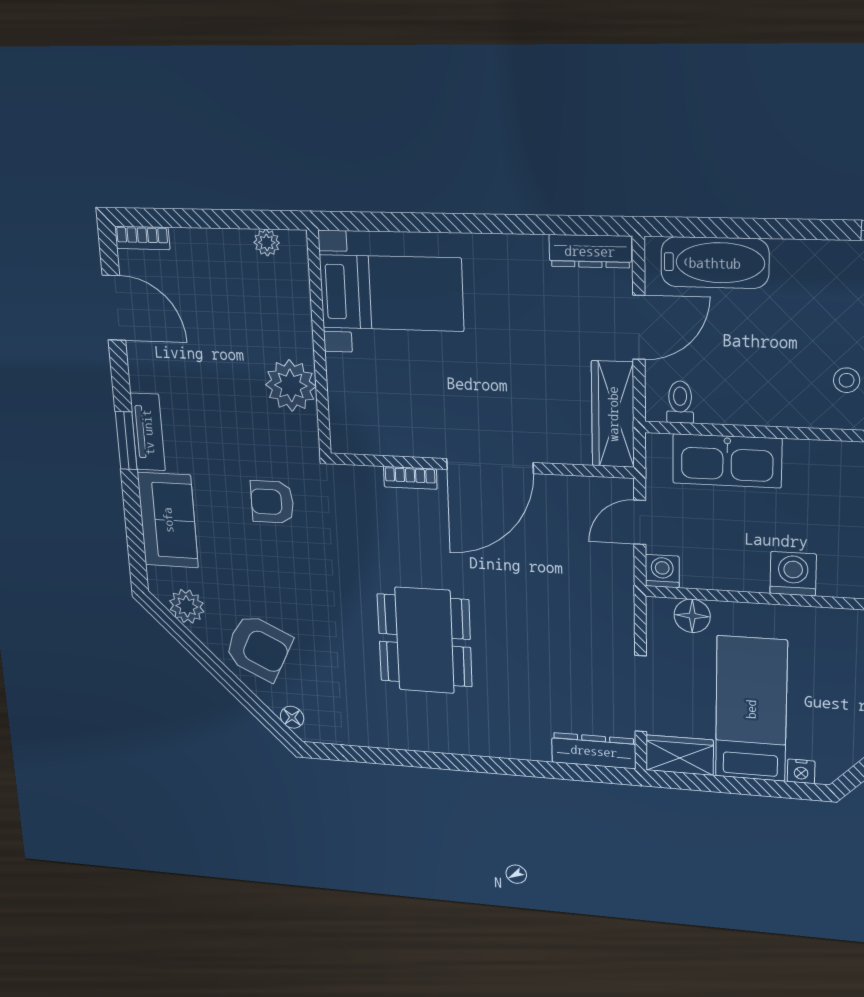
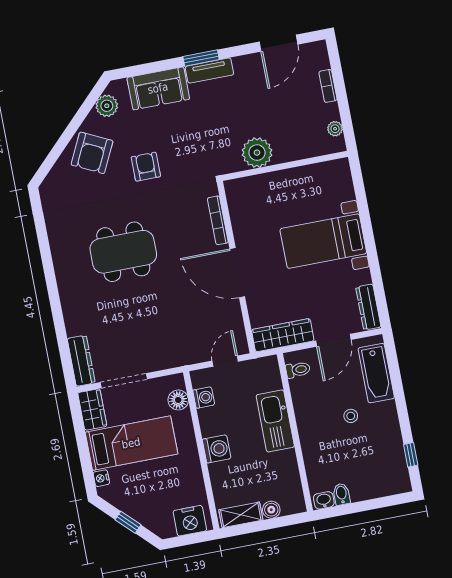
bookcase: (142, 238) -> (328, 86), moved
bed with nightstands: (391, 293) -> (323, 241), moved, turned 90
door: (639, 327) -> (333, 340), hinge flipped
stool: (847, 380) -> (351, 416), moved
kitchen sink: (727, 461) -> (275, 421), moved
bookcase: (410, 478) -> (218, 220), width x1.56
armchair: (272, 502) -> (146, 167), moved
door: (640, 522) -> (225, 361), hinge flipped
washing machine: (662, 571) -> (204, 398), moved
floor lamp: (292, 717) -> (52, 179), removed

